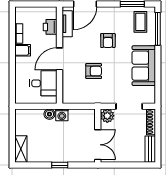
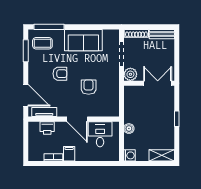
washing machine: (62, 115) -> (130, 155), moved

